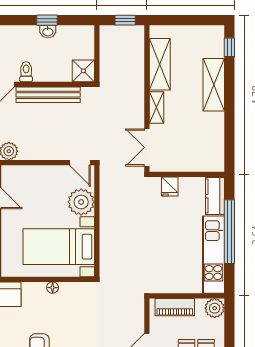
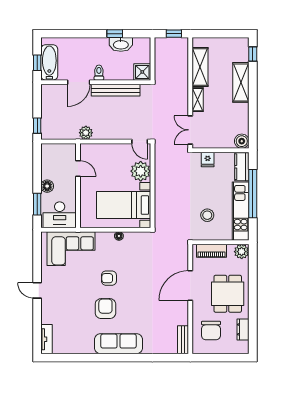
washbasin: (48, 32) -> (121, 44), width x1.91, depth x1.45
boiler: (215, 162) -> (242, 141), added
stool: (169, 260) -> (207, 215), added

